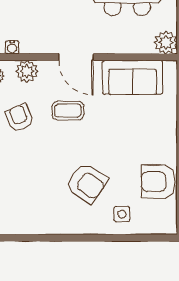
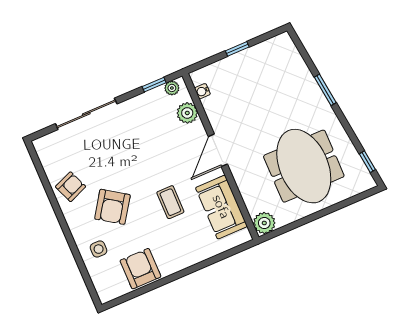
coffee table: (68, 111) -> (170, 202), moved
armchair: (19, 118) -> (71, 187), moved

